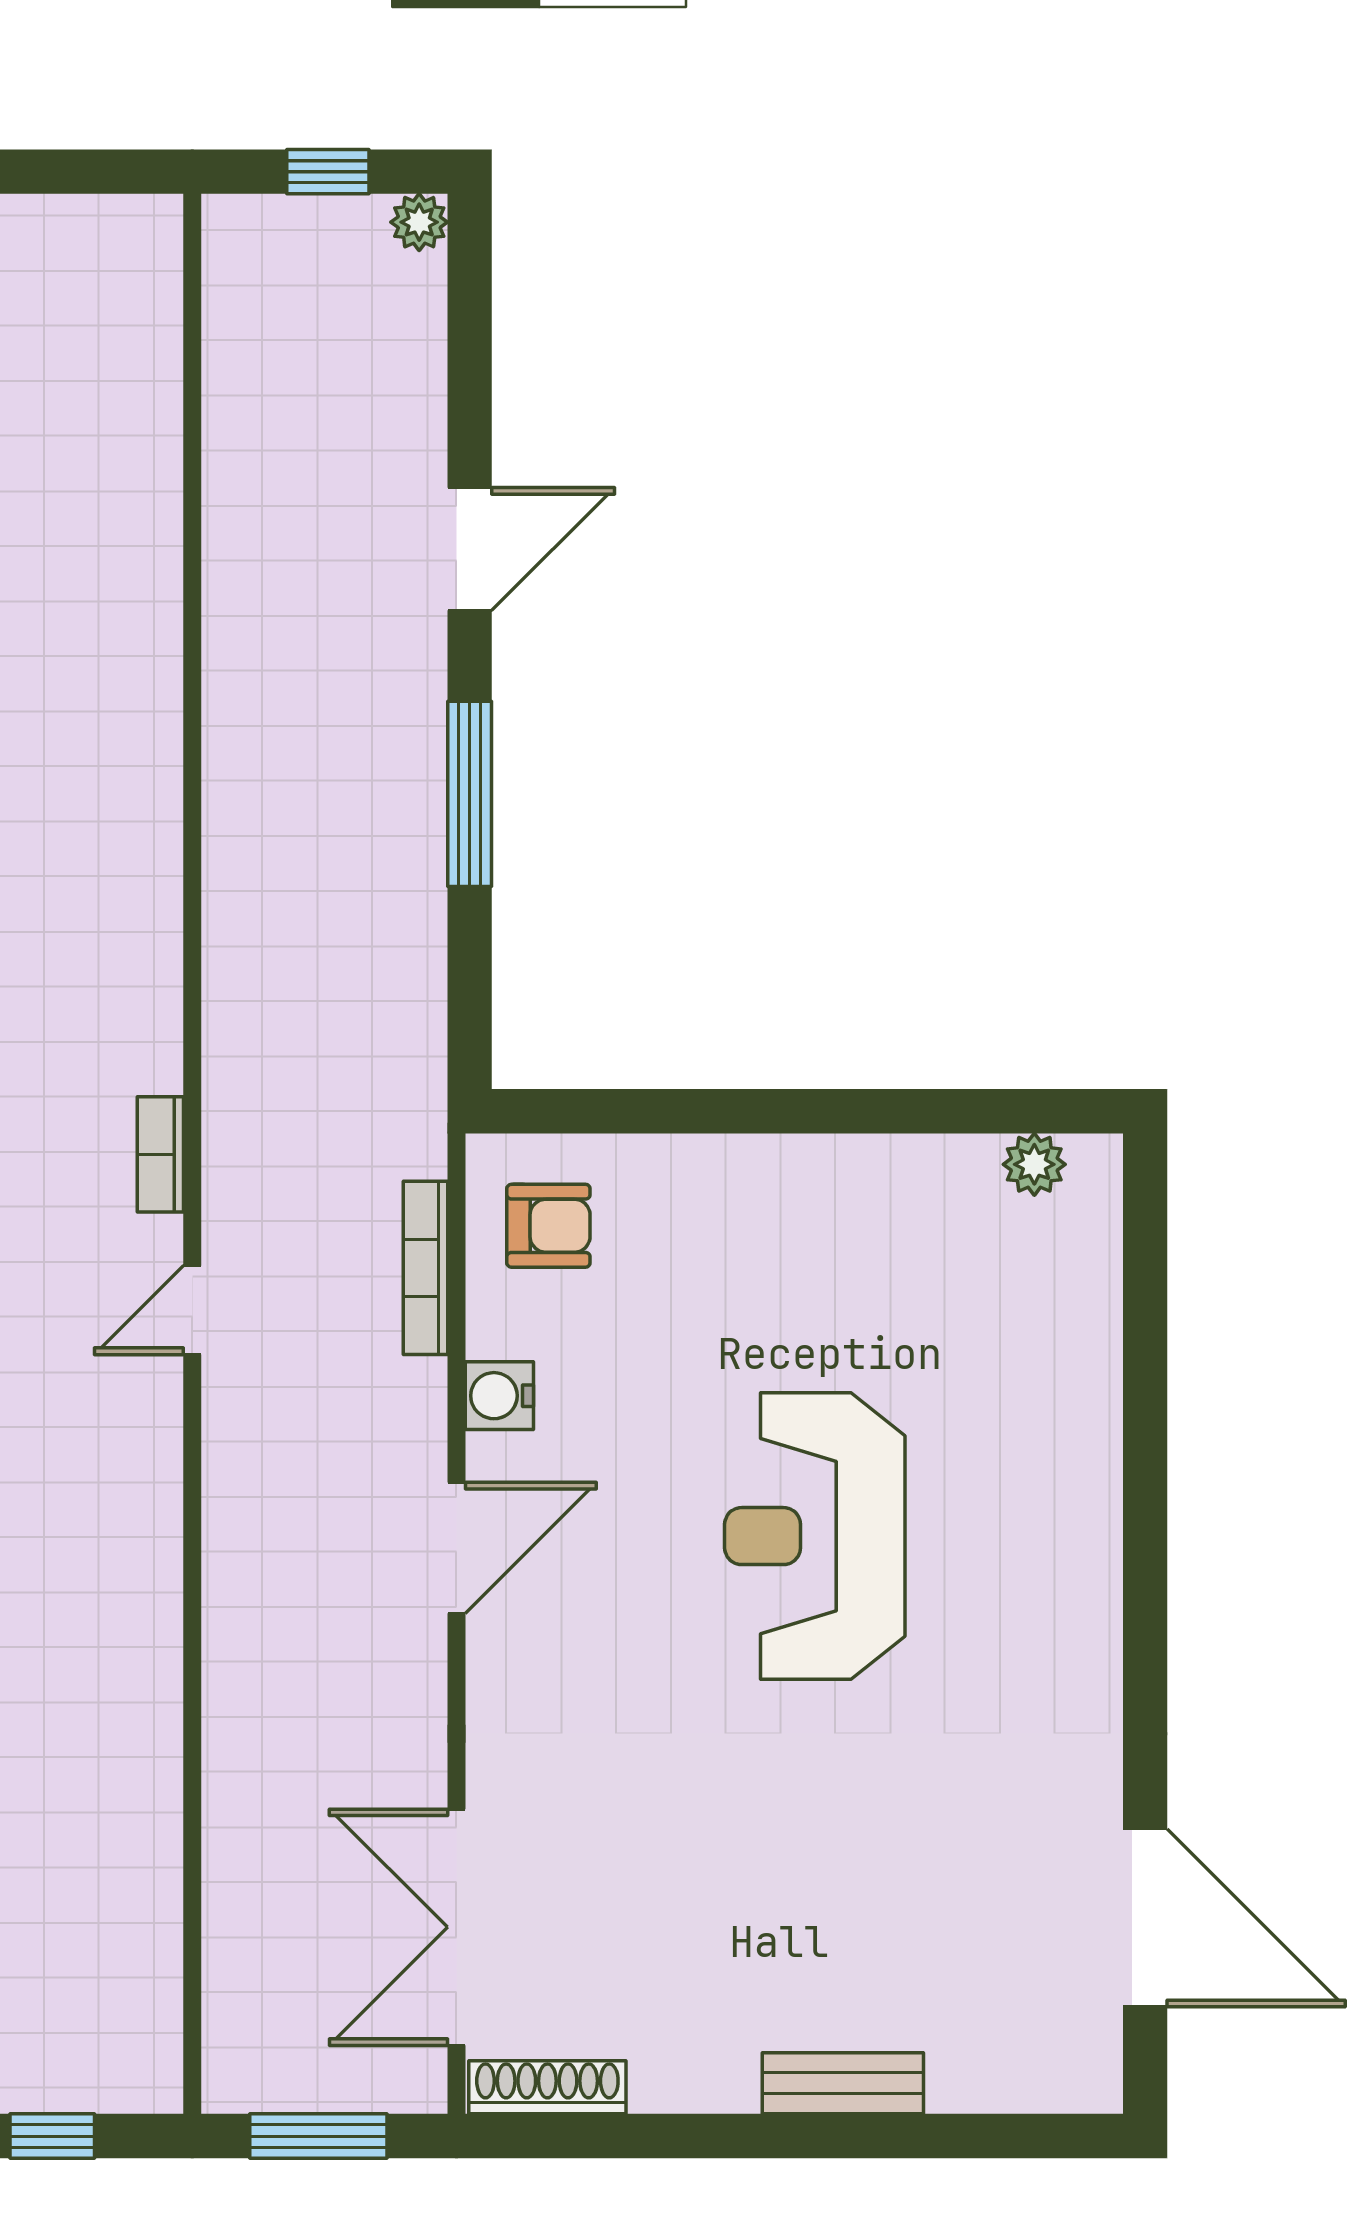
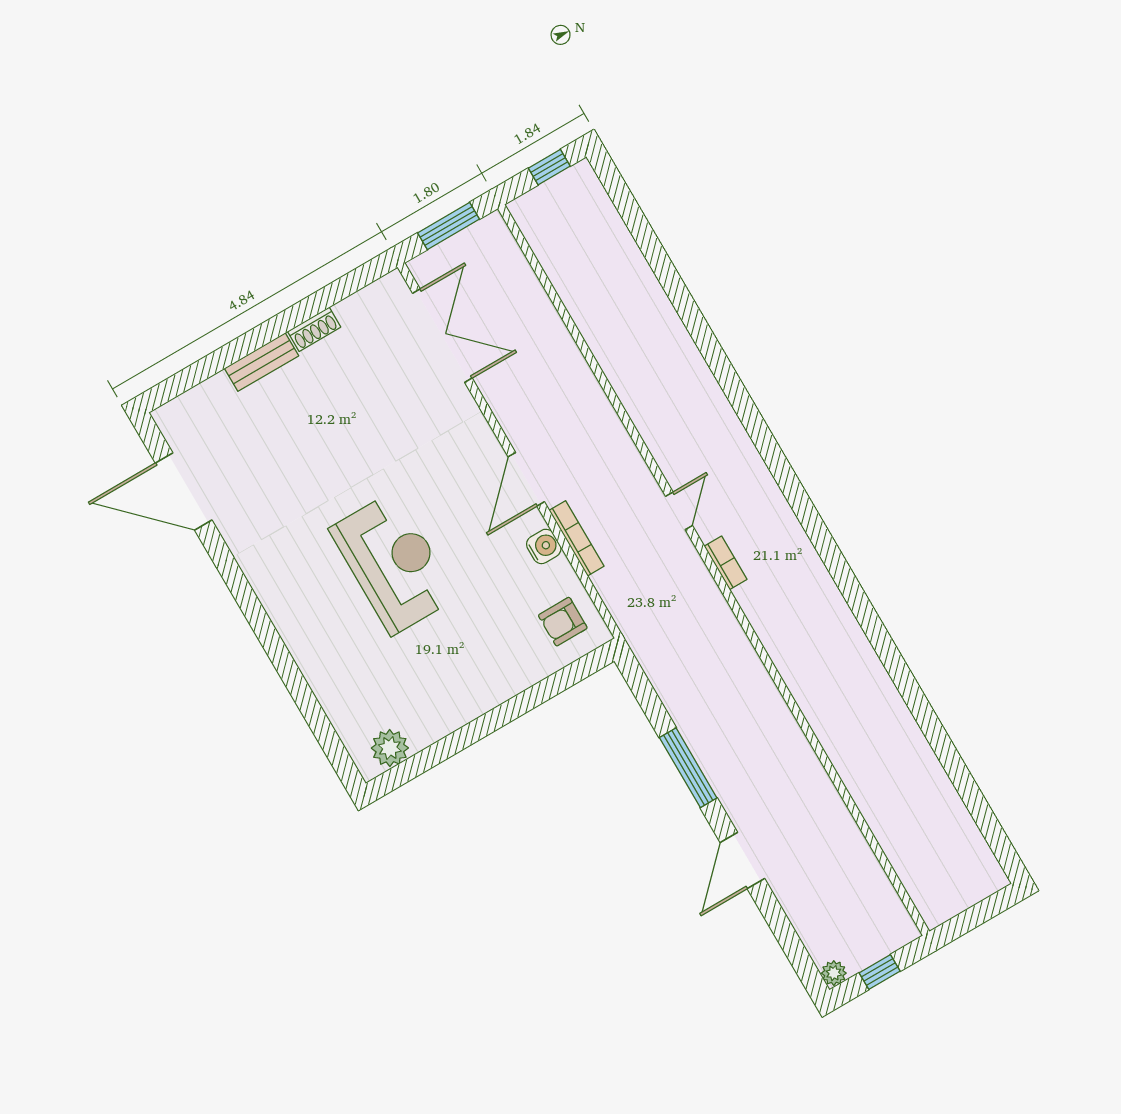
plant: (1034, 1164) -> (390, 748), width x1.38, depth x1.38
bookcase: (425, 1268) -> (577, 538), moved
shoe rack: (547, 2087) -> (314, 329), moved, width x0.70

